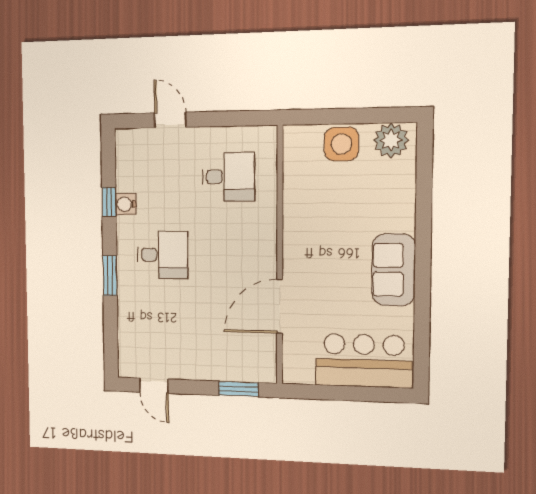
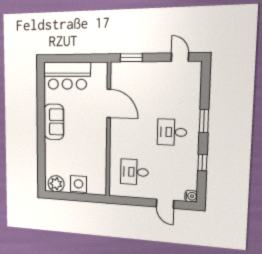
water cooler: (126, 204) -> (191, 196), moved
door: (280, 306) -> (109, 104), hinge flipped

